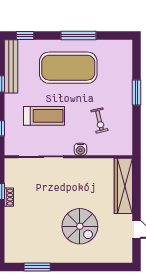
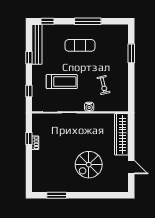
exercise mat: (68, 68) -> (80, 45), width x0.50, depth x0.69
window: (136, 93) -> (131, 53), moved
spiral stairs: (80, 226) -> (89, 165), turned 90

